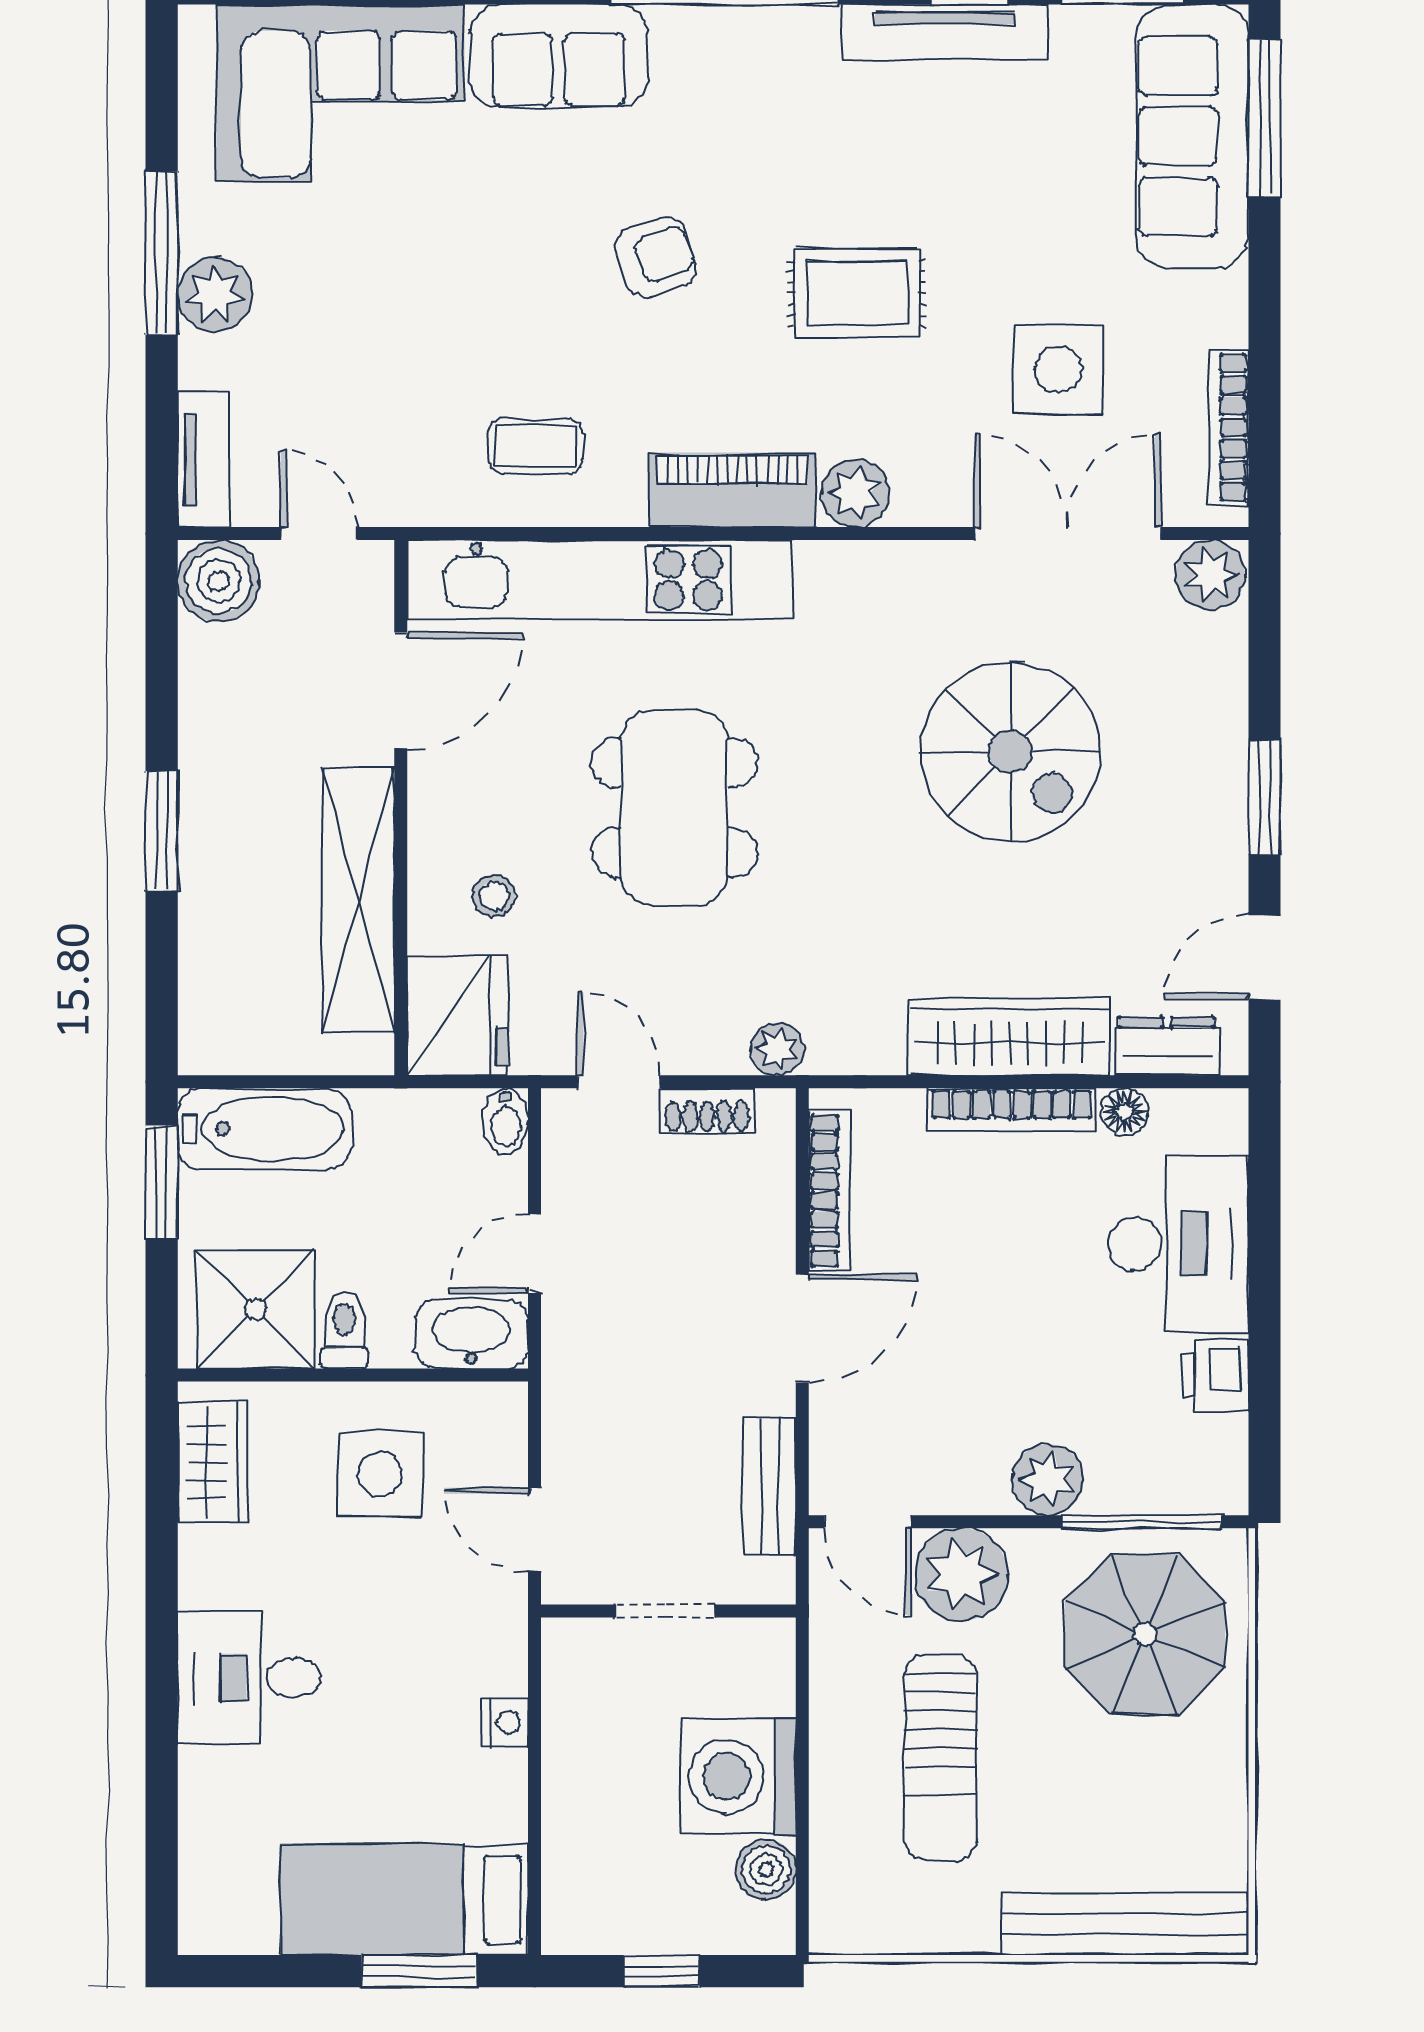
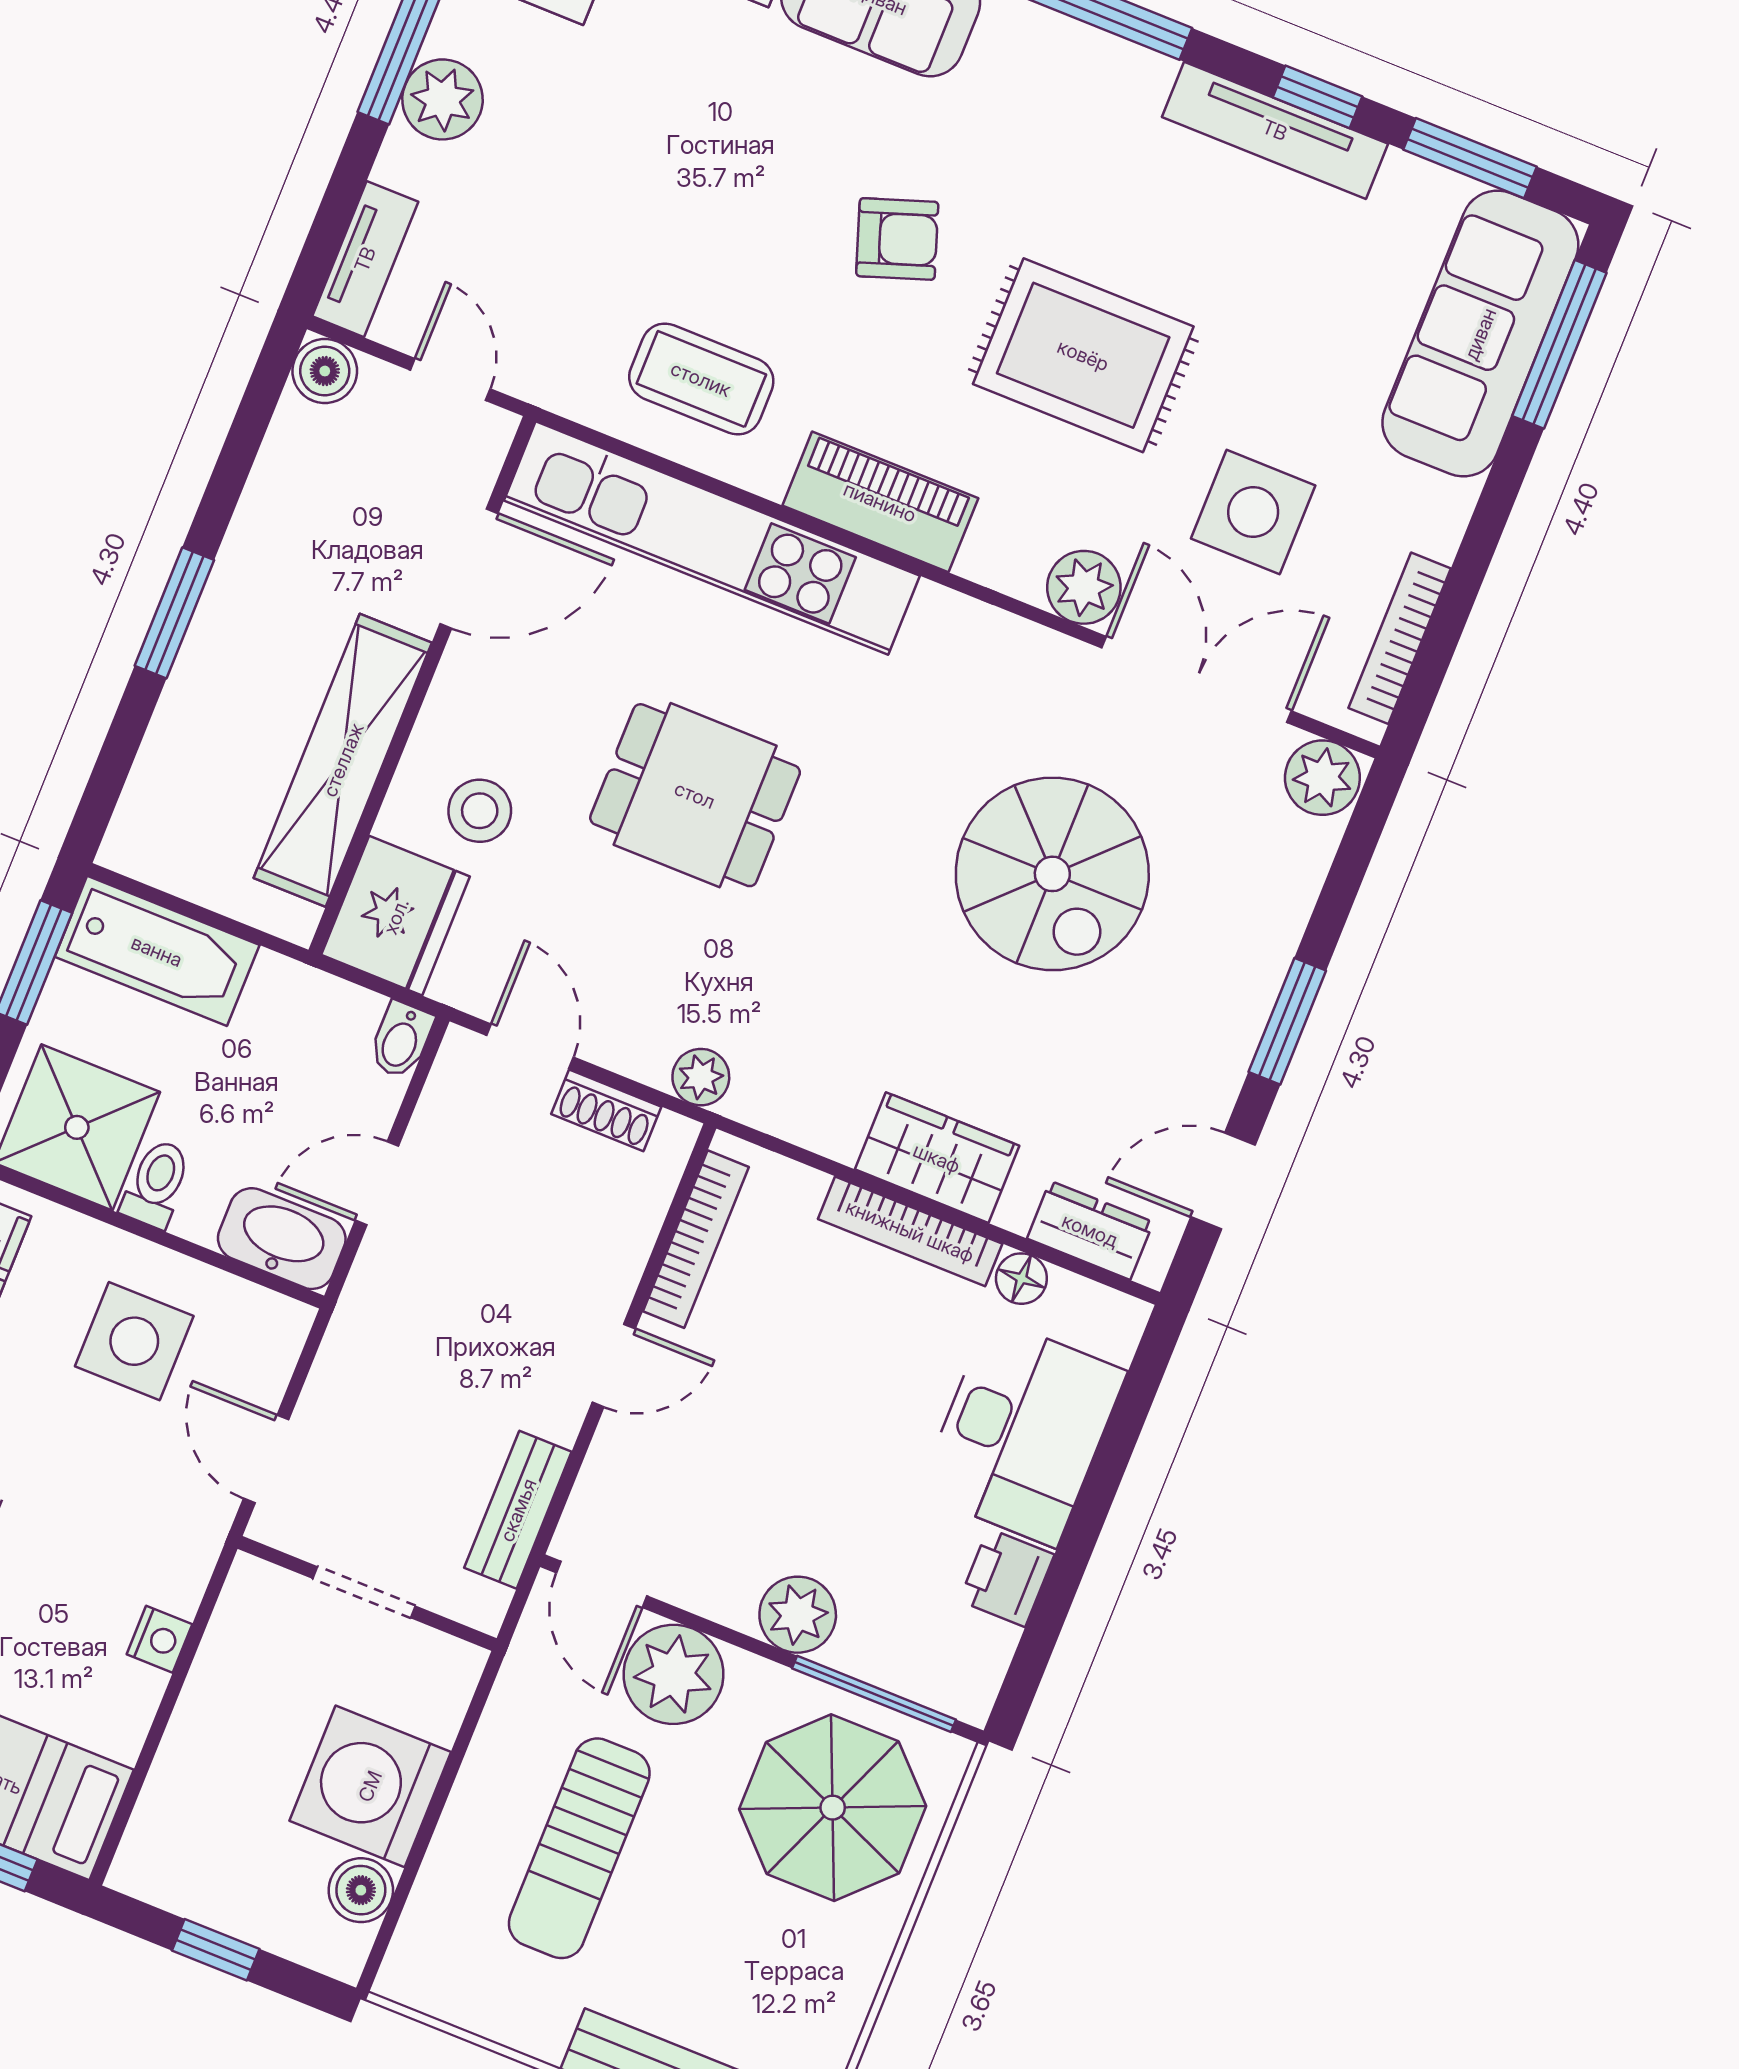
rug: (857, 293) -> (1083, 355), width x1.36, depth x1.43
coffee table: (535, 446) -> (701, 379), width x1.36, depth x1.30
plant: (855, 493) -> (1084, 587), moved
boiler: (218, 581) -> (325, 371), width x0.73, depth x0.73
dining table: (675, 808) -> (695, 795), width x0.73
stool: (494, 896) -> (480, 811), width x1.37, depth x1.37
wardrobe: (1009, 1037) -> (937, 1158), width x0.67
door: (802, 1328) -> (614, 1365), width x0.73

